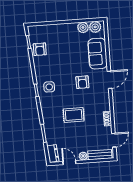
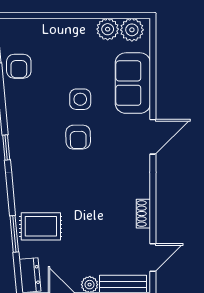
armchair: (82, 82) -> (78, 137), moved
side table: (49, 87) -> (80, 99), moved
rug: (74, 115) -> (41, 226), moved

